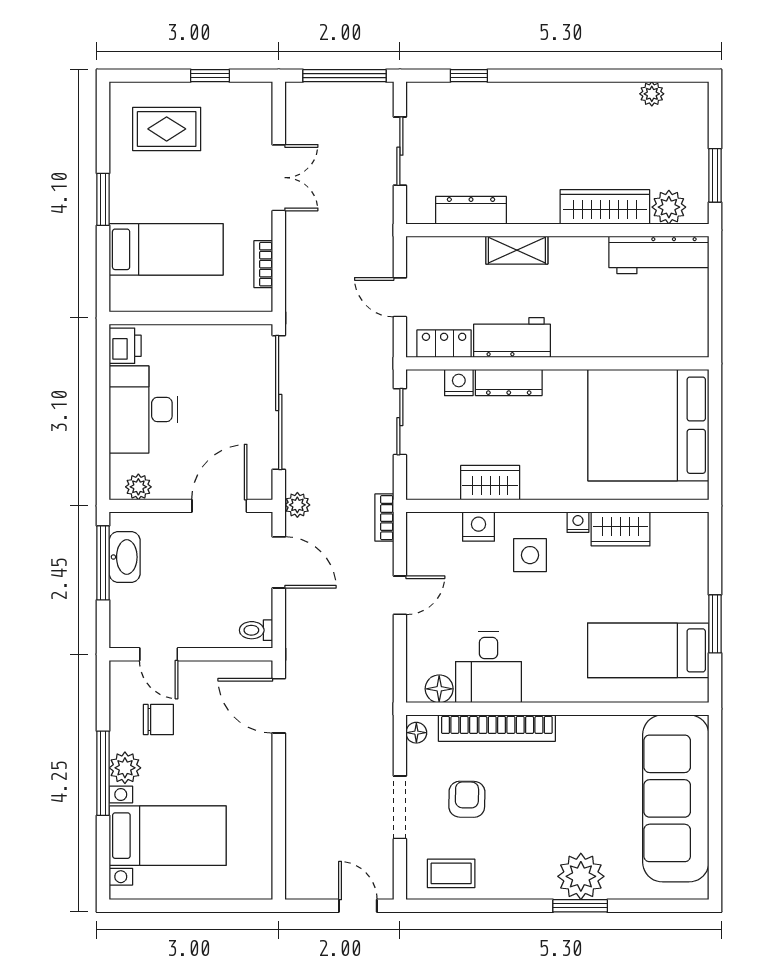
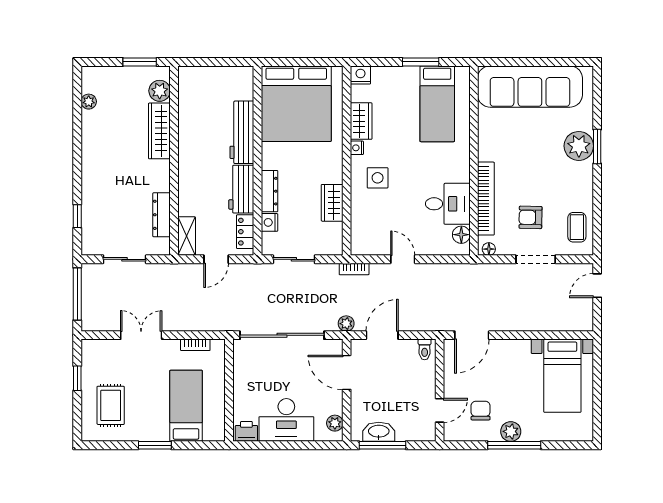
shelving: (517, 250) -> (187, 236), moved
workbench: (659, 255) -> (242, 132), moved, turned 180
nightstand: (478, 527) -> (360, 75), moved, turned 90
bed with nightstands: (168, 836) -> (562, 376), moved, turned 180

